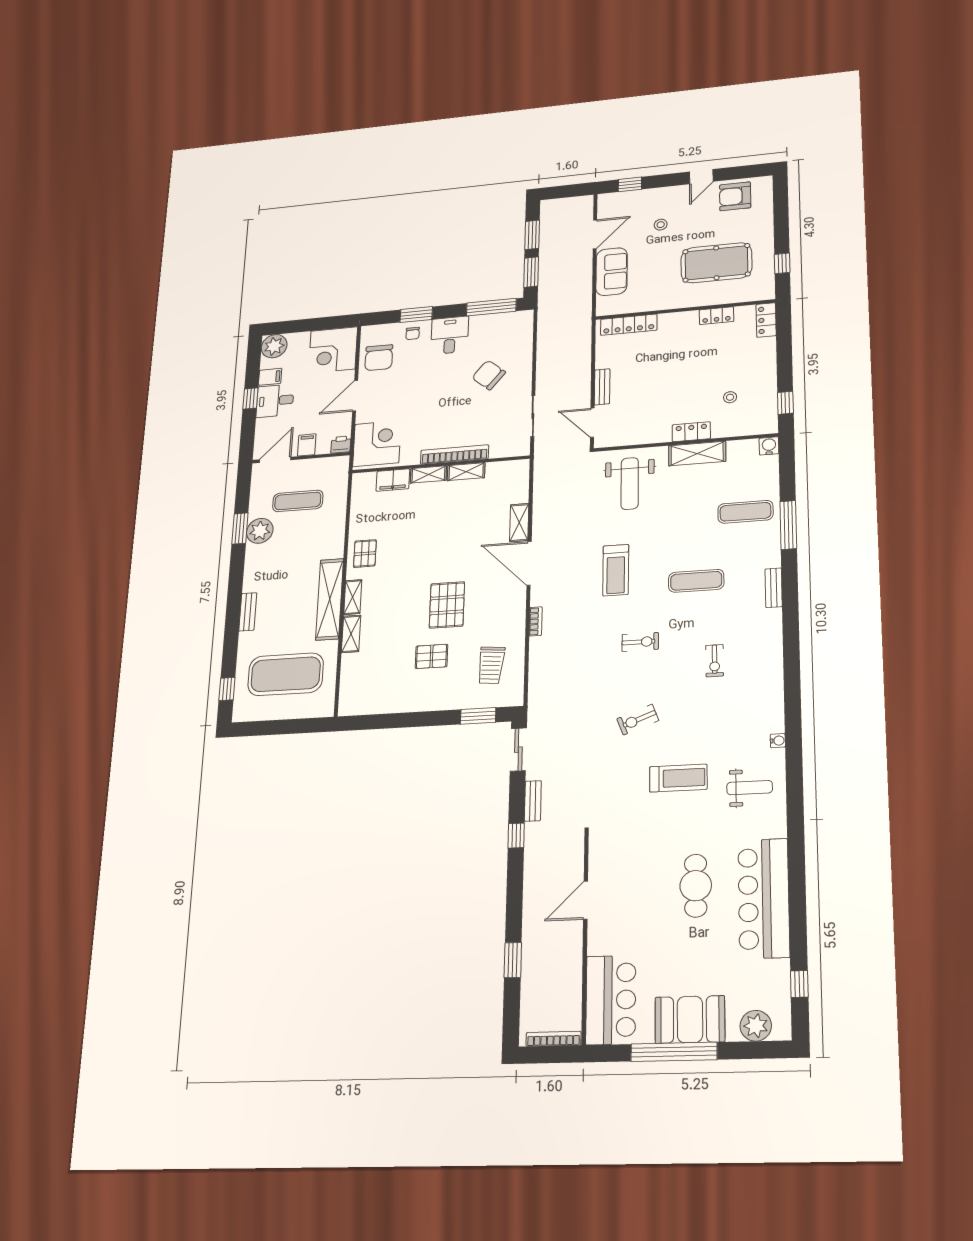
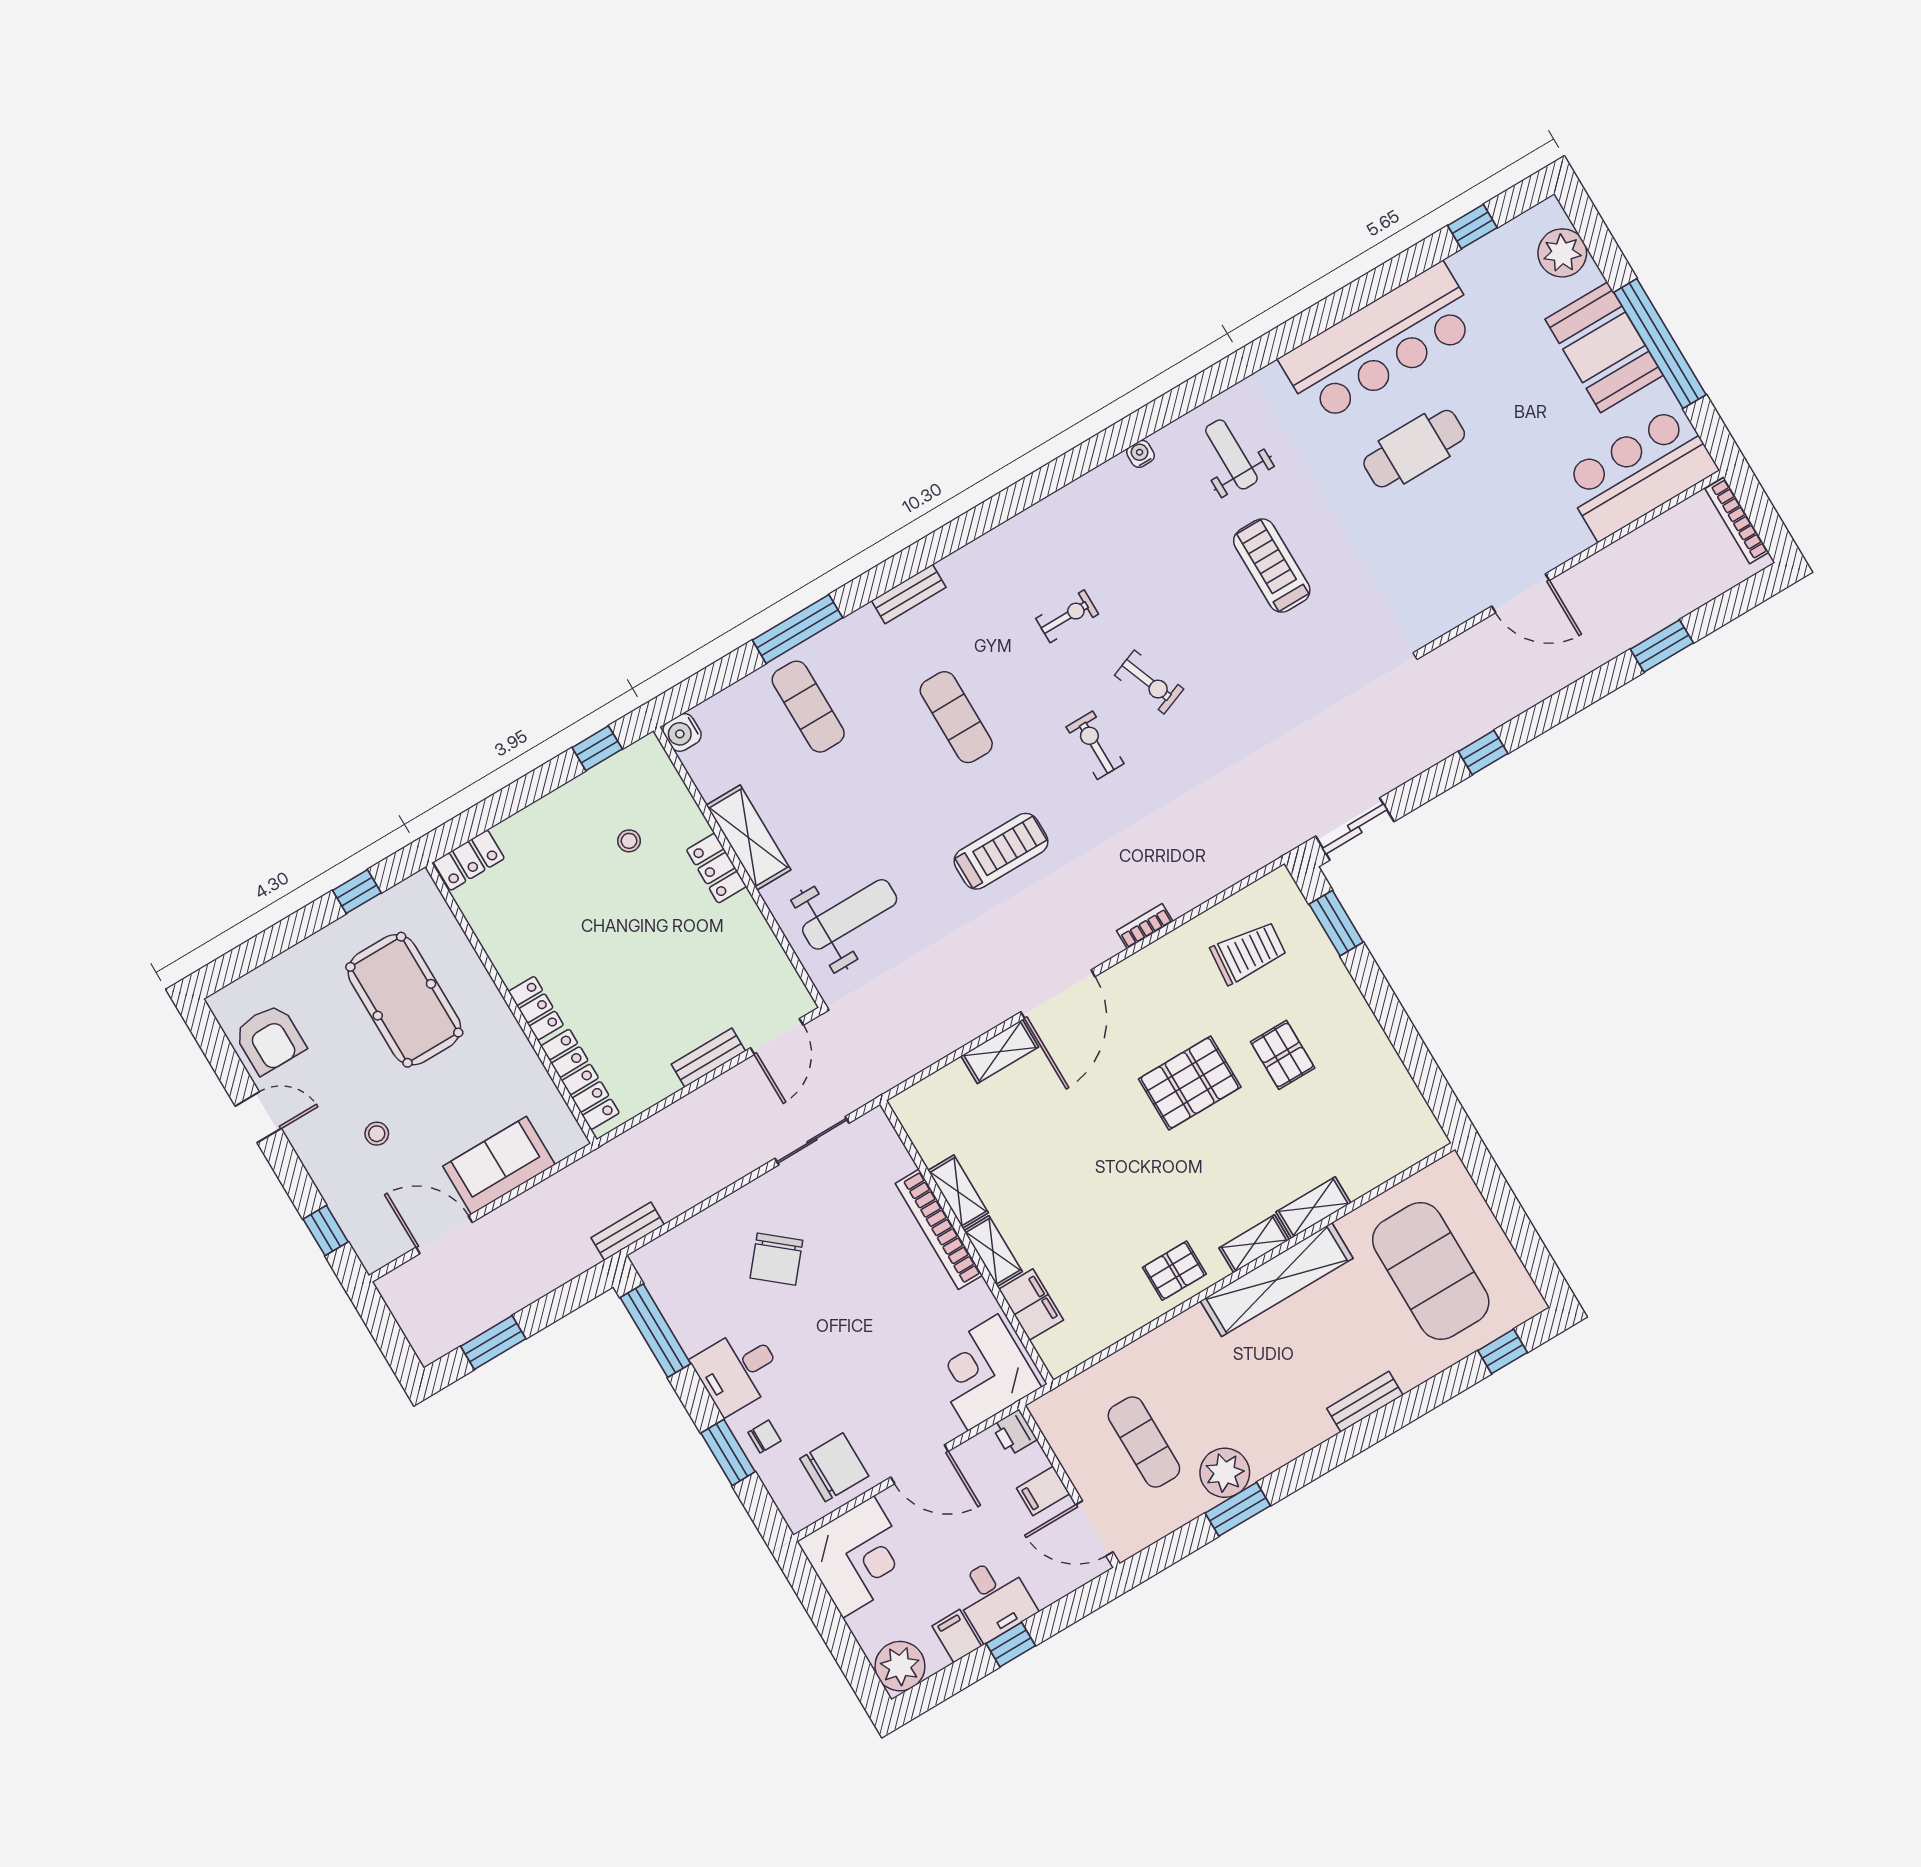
window: (531, 272) -> (562, 1302), removed
locker: (716, 316) -> (536, 1008), moved
exercise bike: (638, 720) -> (1149, 682), moved
bench: (533, 801) -> (628, 1231), moved

